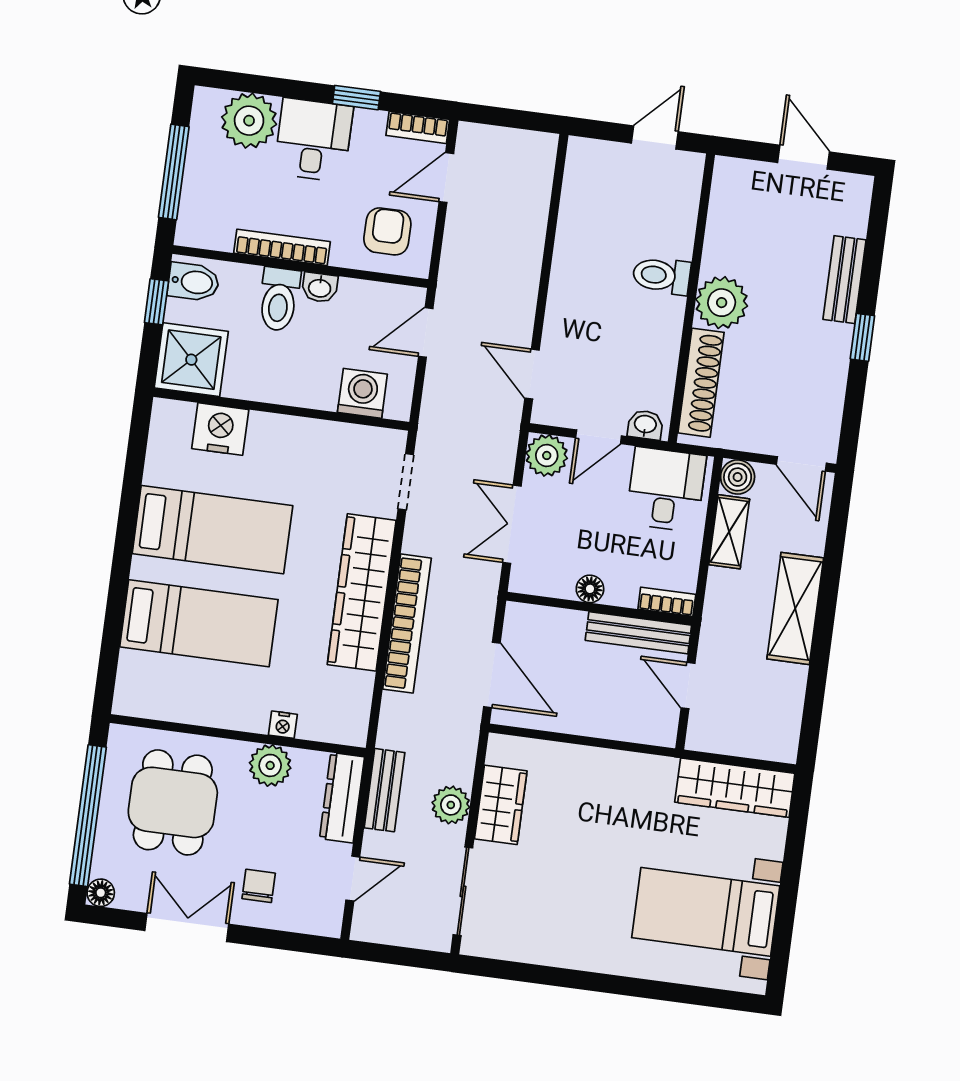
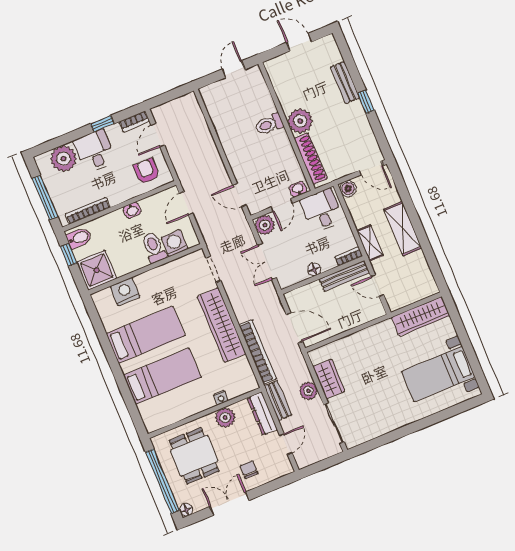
bookcase: (282, 247) -> (88, 211), moved
toilet: (279, 299) -> (154, 248), moved, turned 180
shelving: (729, 532) -> (370, 243), moved
bookcase: (407, 624) -> (258, 352), moved

